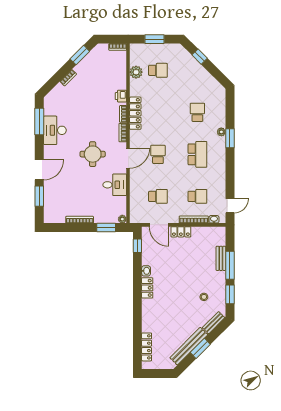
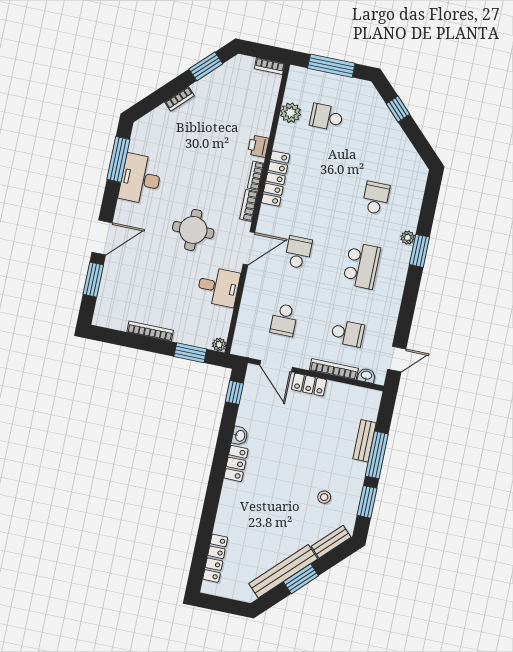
window: (155, 39) -> (331, 66), width x1.44
school desk: (158, 70) -> (326, 117), turned 180
school desk: (158, 196) -> (284, 320), turned 90

